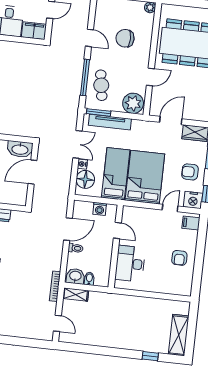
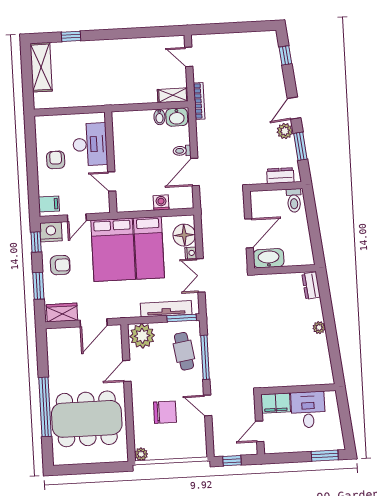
door: (117, 231) -> (112, 182), moved
wall: (116, 246) -> (111, 162), moved
desk: (130, 264) -> (90, 144), moved

